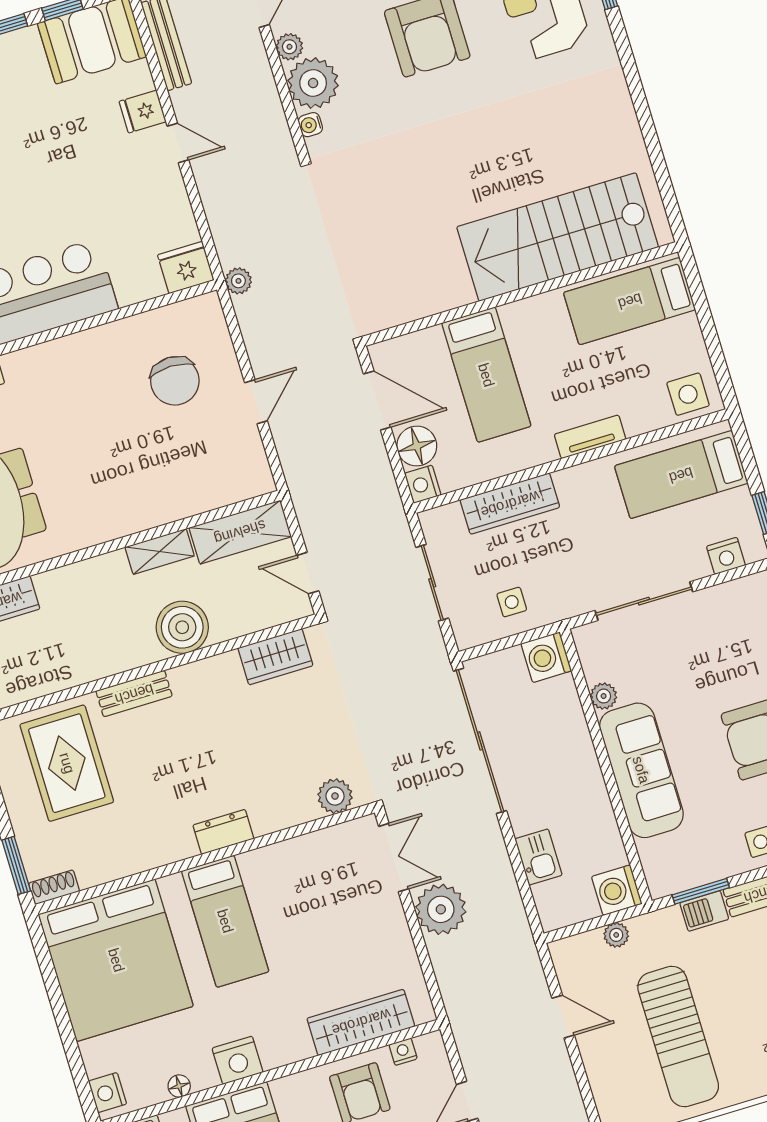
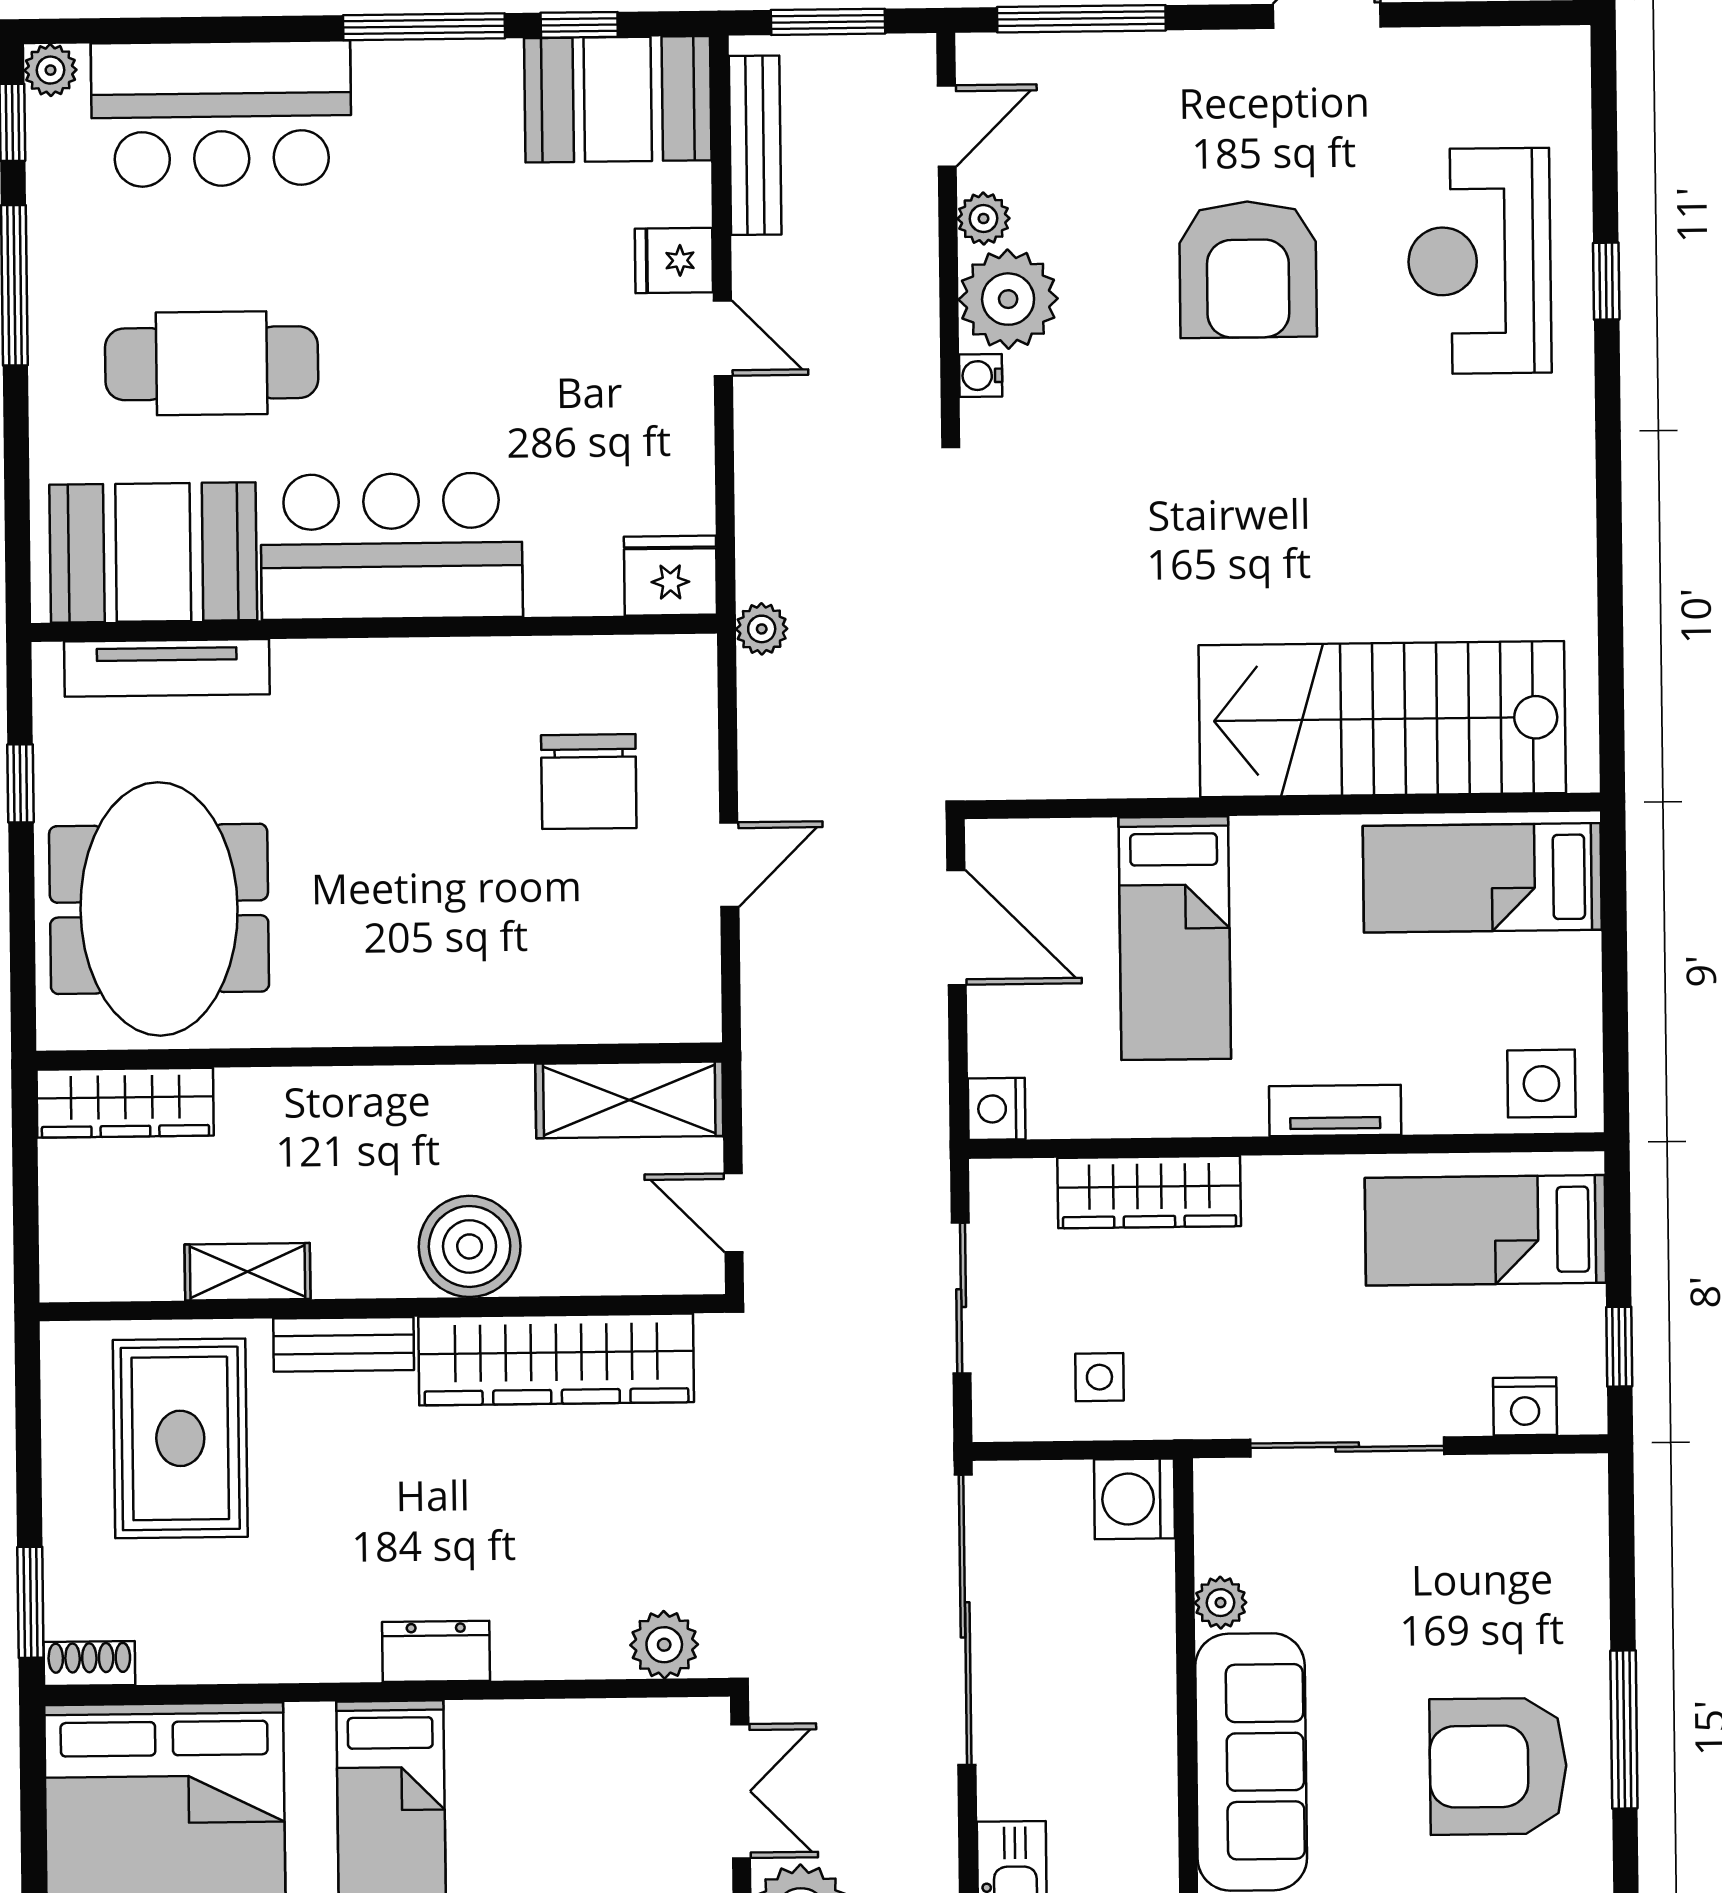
floor lamp: (417, 446) -> (1006, 1034), removed
shelving: (160, 551) -> (248, 1272), moved
wardrobe: (275, 657) -> (556, 1359), width x2.10, depth x1.17

